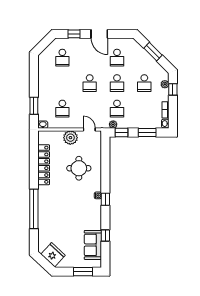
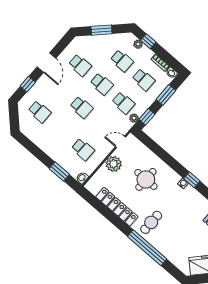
door: (99, 34) -> (47, 63), hinge flipped
school desk: (144, 109) -> (144, 80), added
cafe table: (53, 197) -> (151, 222), added

